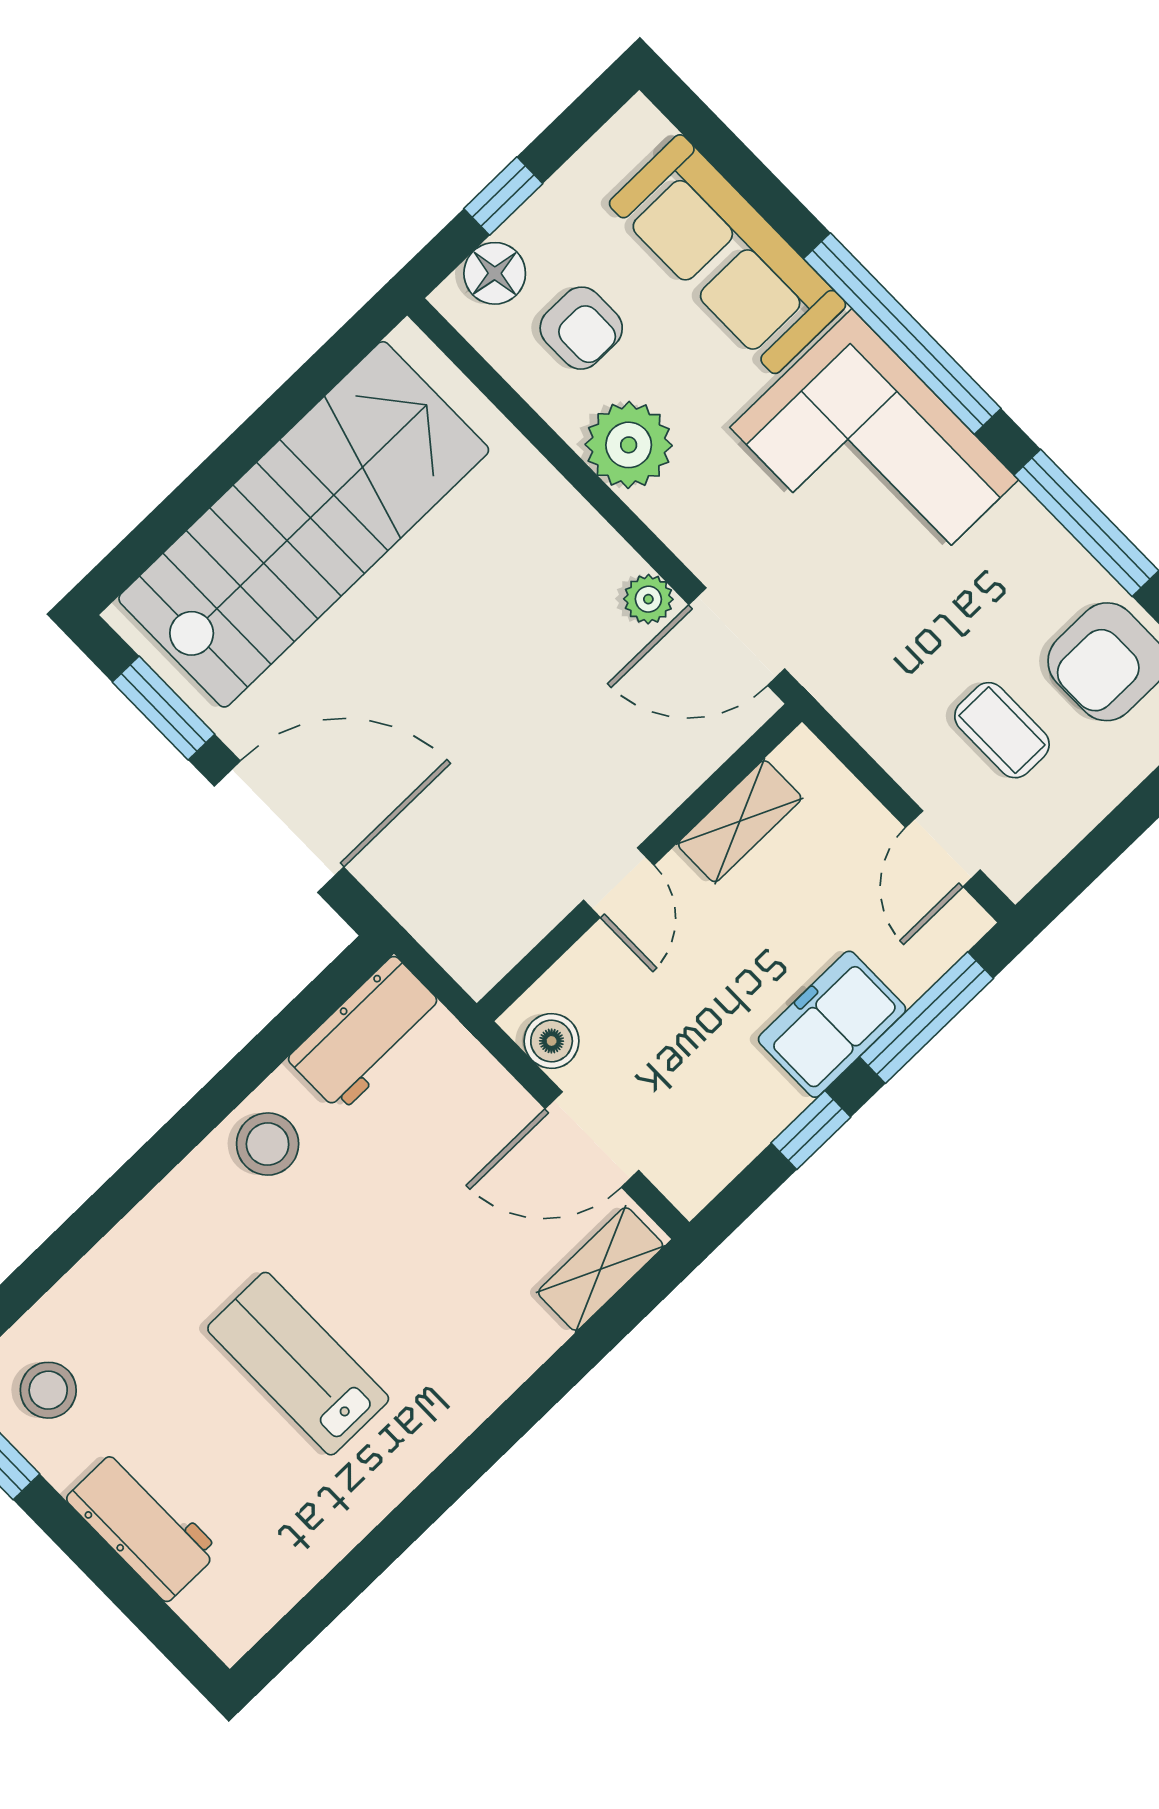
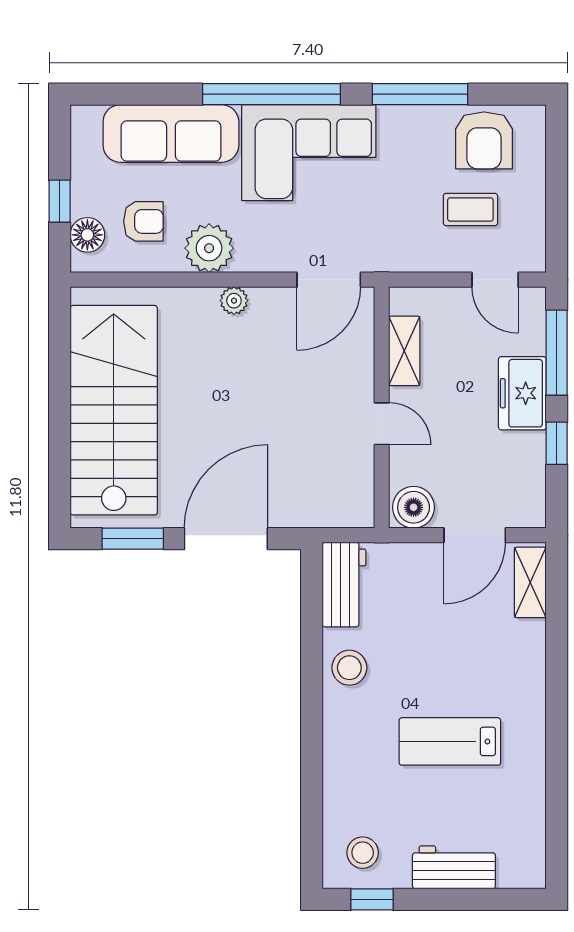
plant: (648, 599) -> (234, 301), moved
boiler: (552, 1041) -> (414, 507), width x1.36, depth x1.36

